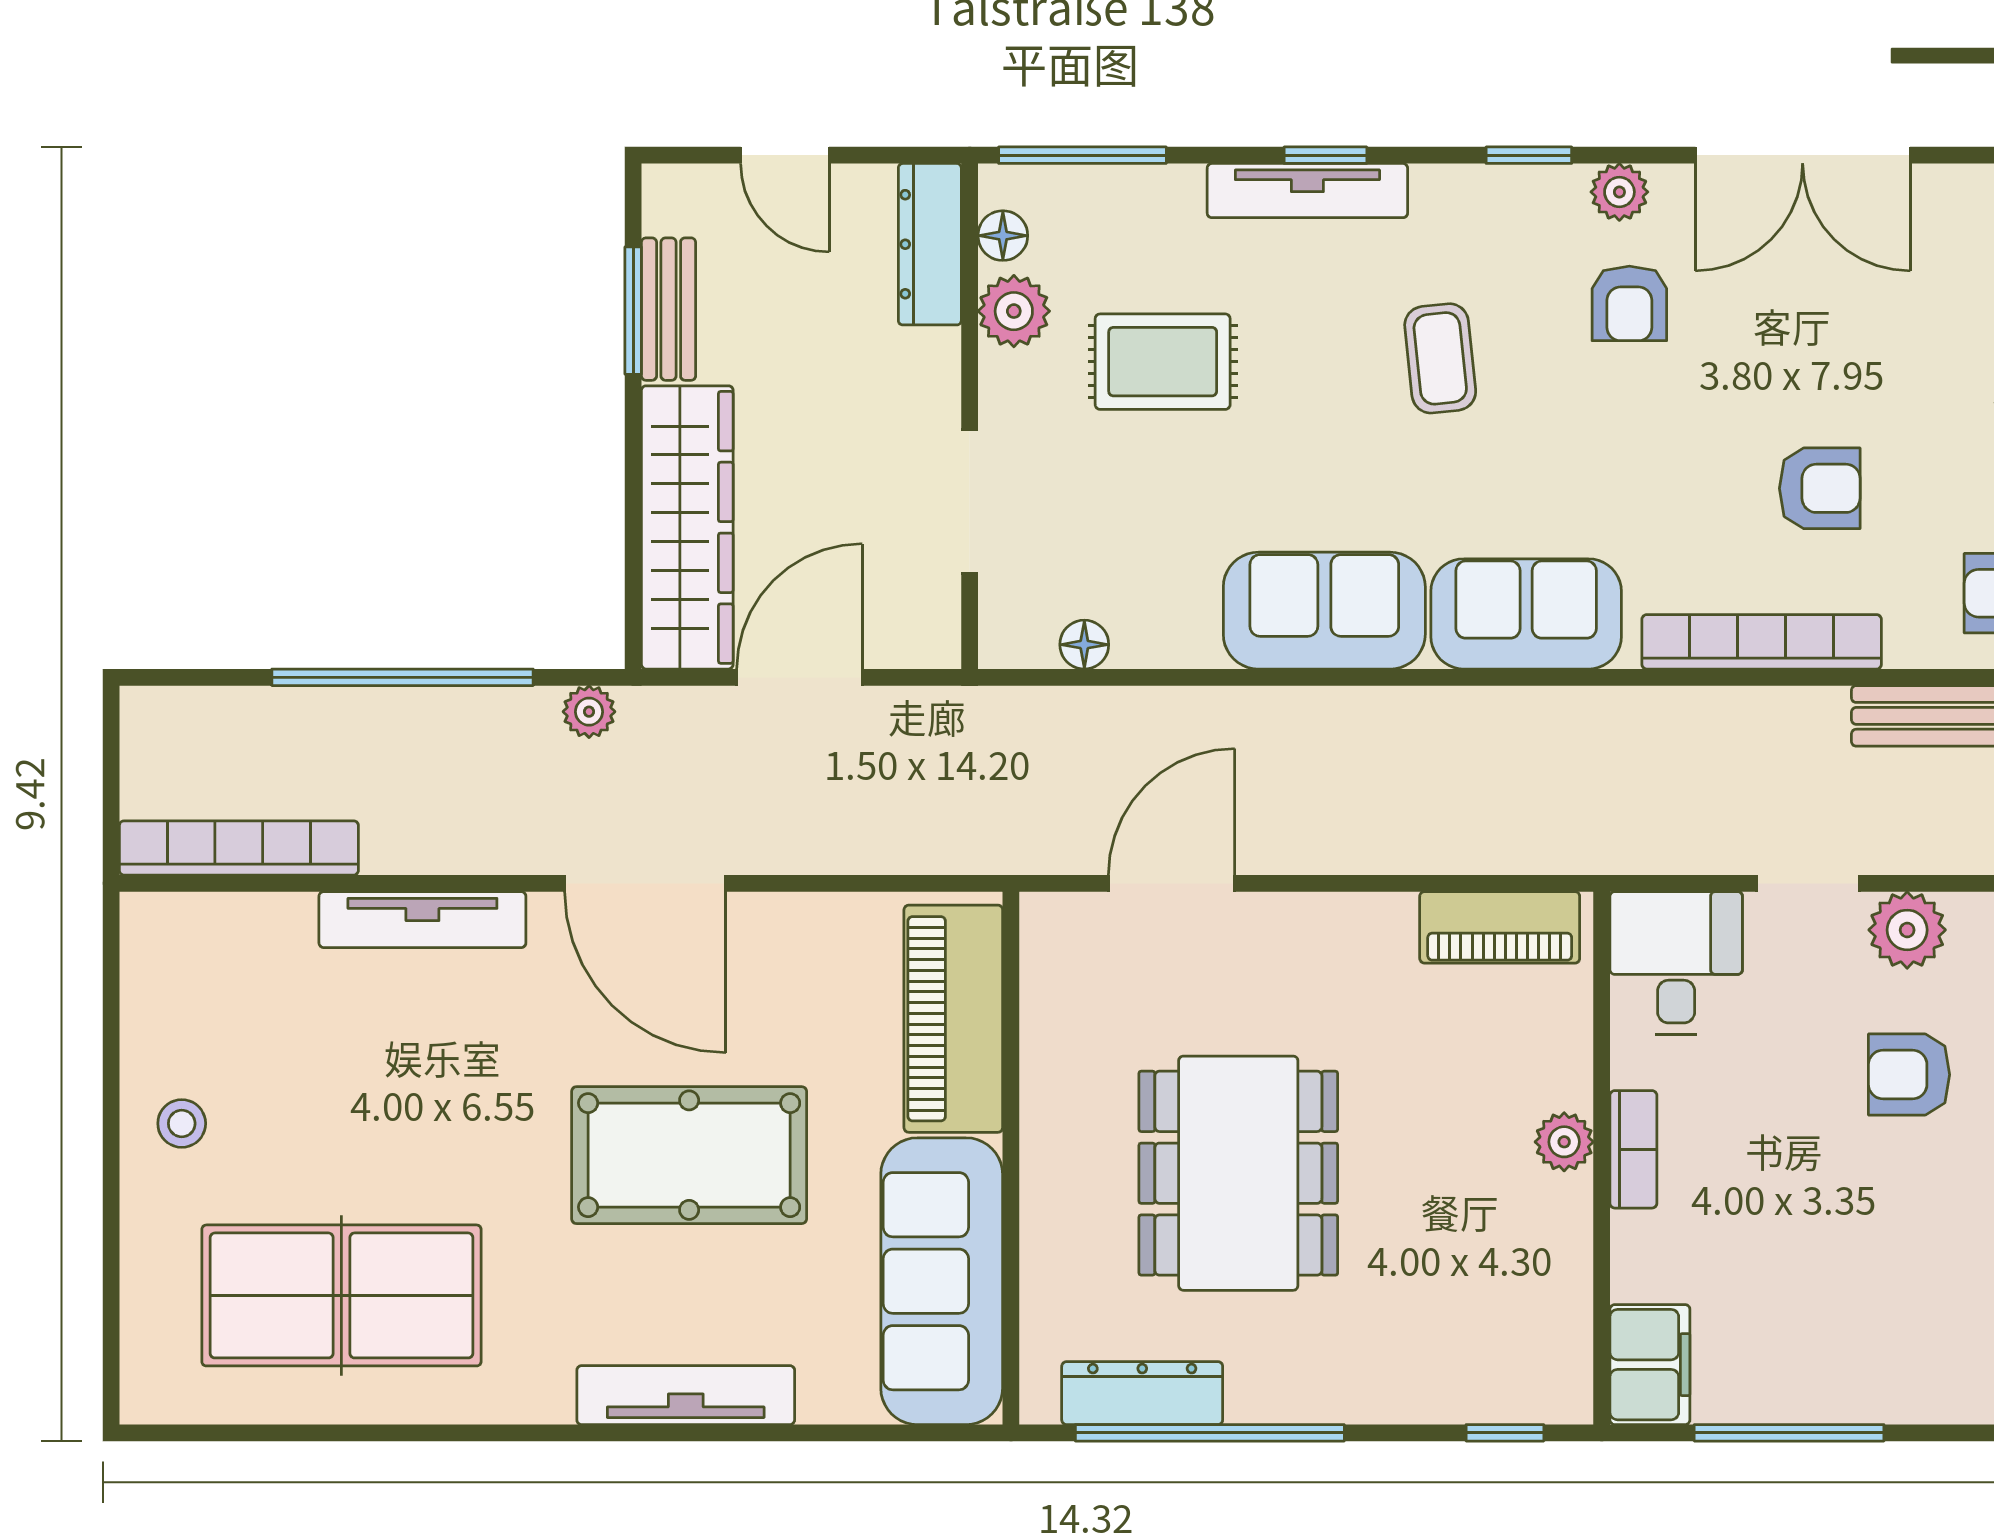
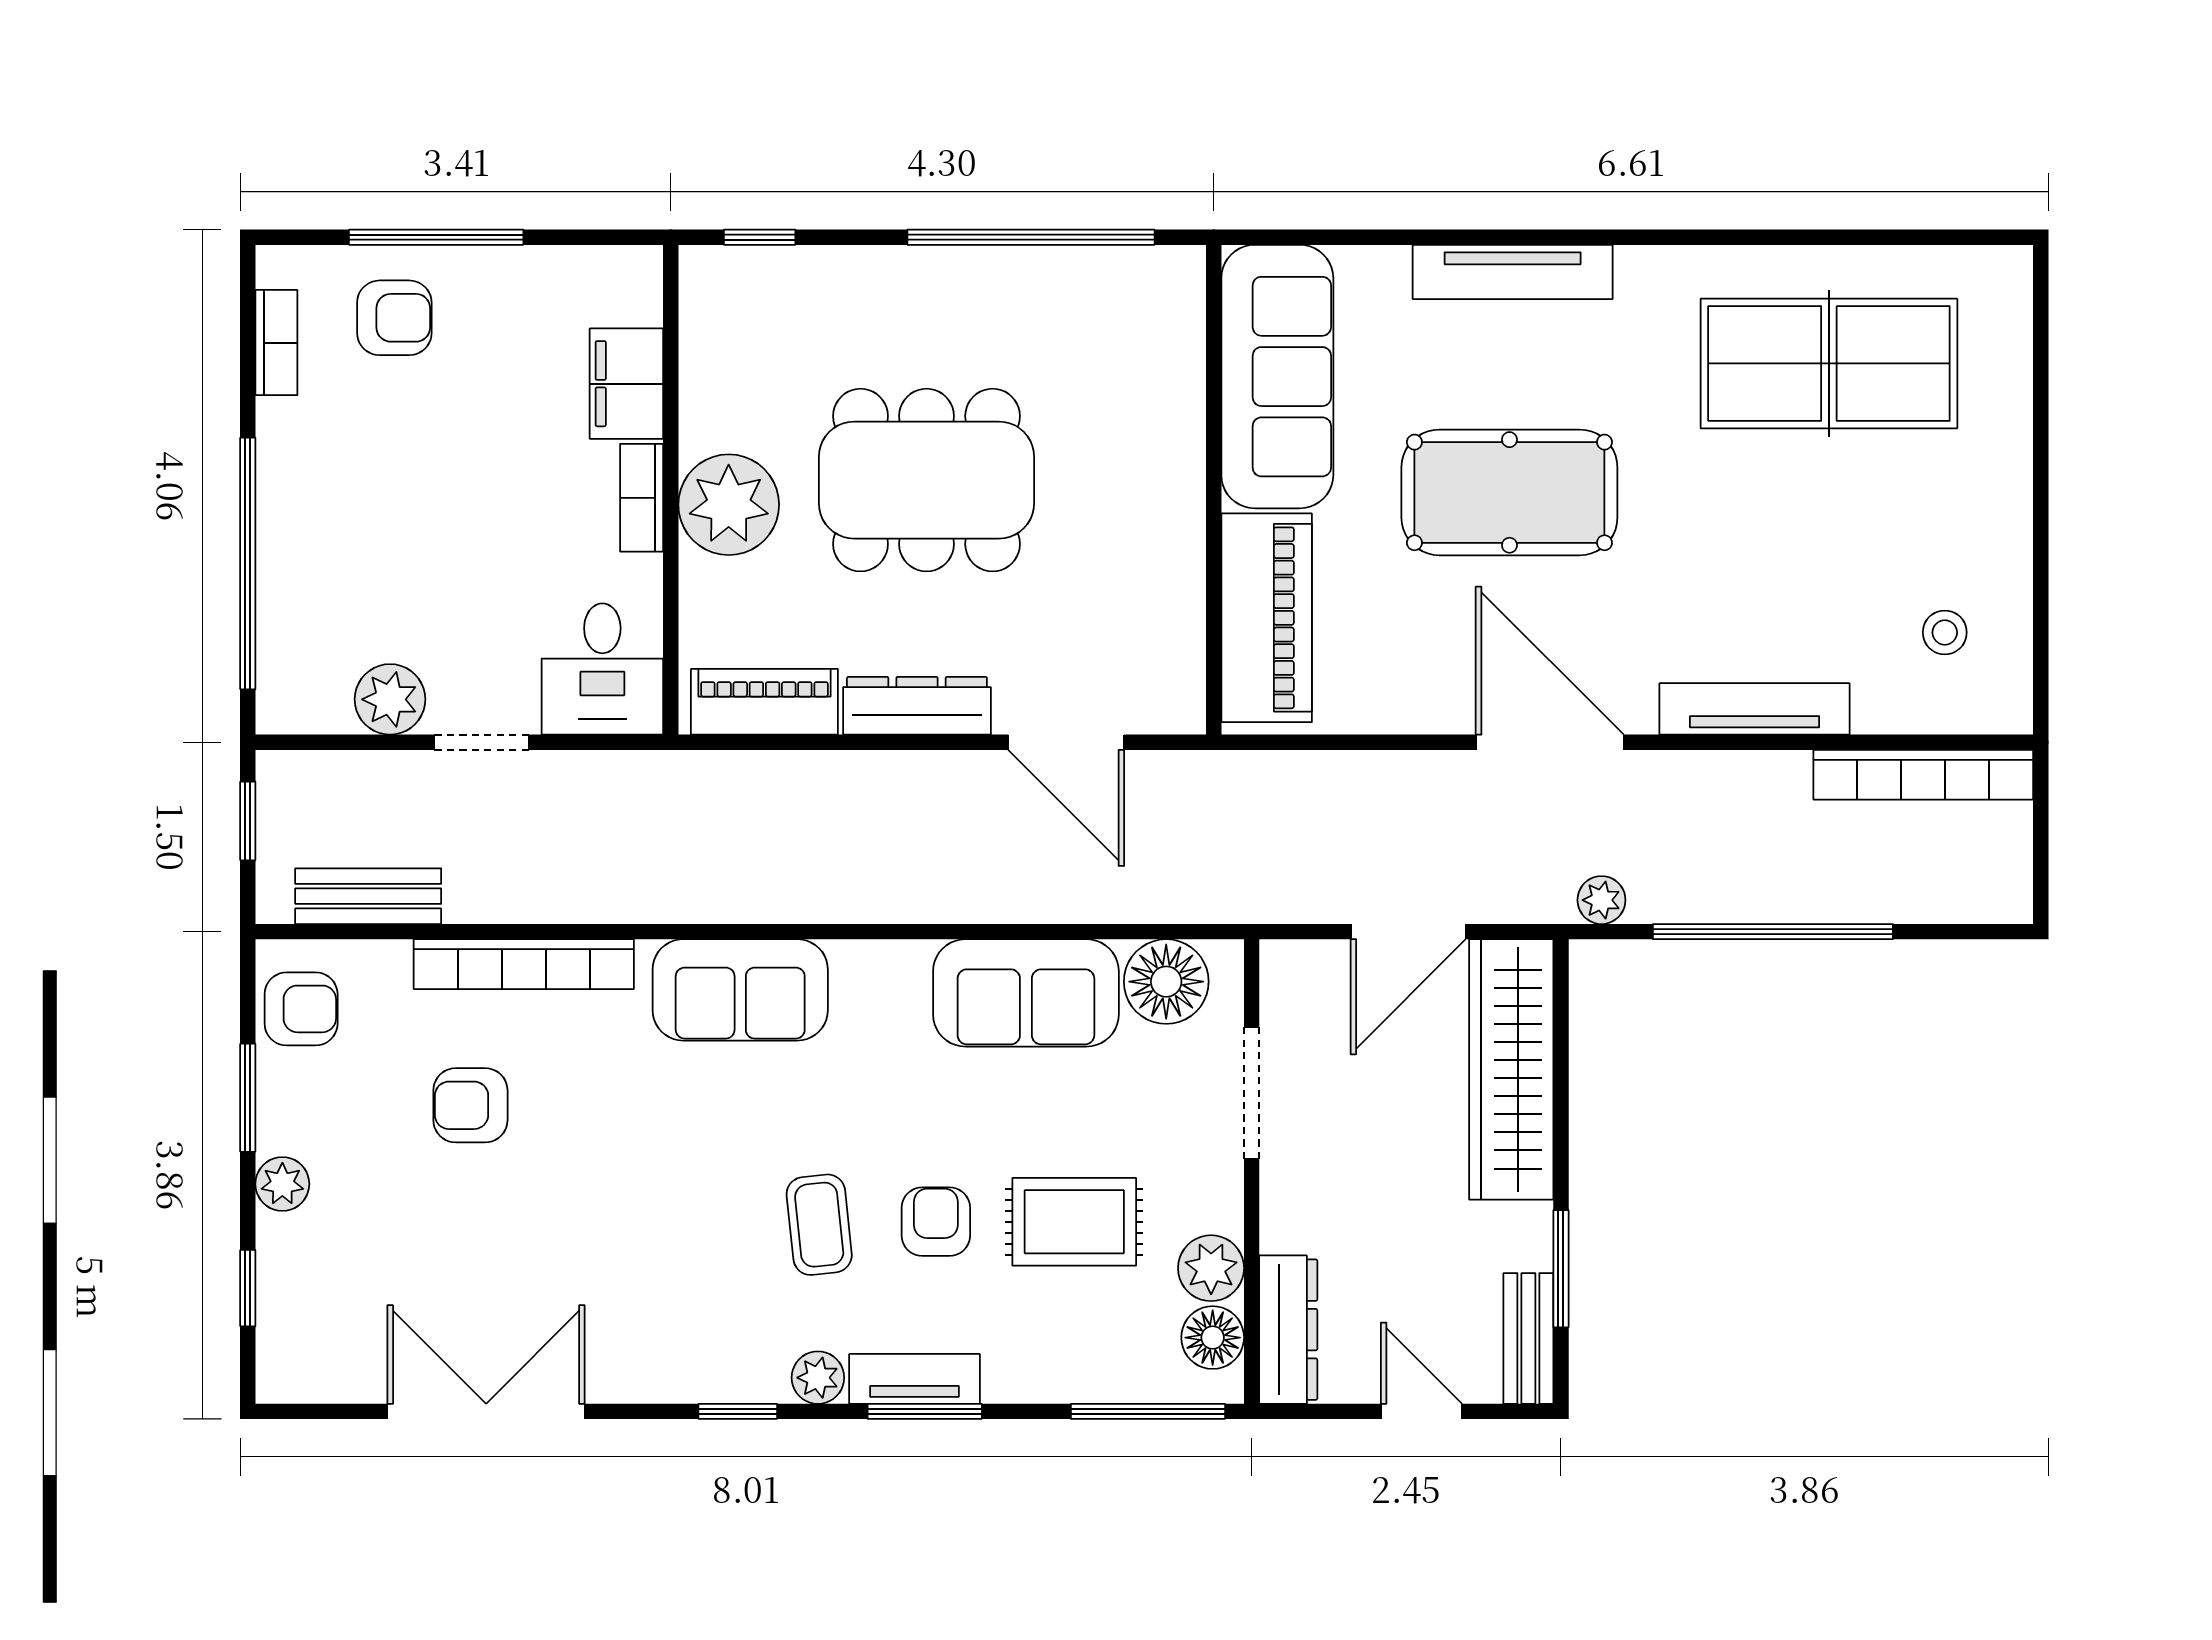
window: (1325, 155) -> (925, 1411), width x1.50
tv unit: (1307, 191) -> (915, 1379), width x0.71
plant: (1619, 192) -> (818, 1378), moved
floor lamp: (1003, 236) -> (1213, 1338), width x1.37, depth x1.37
armchair: (1629, 303) -> (936, 1222), moved
bench: (669, 309) -> (1528, 1338), moved
sofa: (1324, 611) -> (1026, 993), moved
floor lamp: (1084, 645) -> (1166, 982), width x1.89, depth x1.89
door: (1172, 883) -> (1066, 742), hinge flipped
armchair: (1909, 1075) -> (394, 318), moved
stool: (182, 1123) -> (1945, 632), moved
plant: (1564, 1142) -> (729, 505), width x1.87, depth x1.87
dining table: (1238, 1173) -> (927, 480), moved, turned 90
filing cabinet: (1650, 1365) -> (626, 384), moved
dresser: (1142, 1393) -> (917, 706), moved, turned 180
window: (1789, 1433) -> (436, 237), moved

